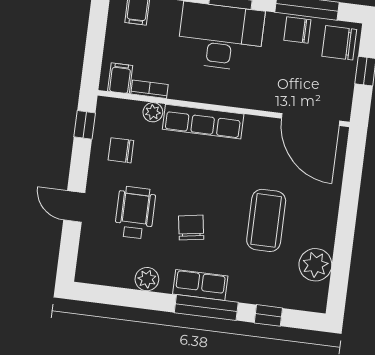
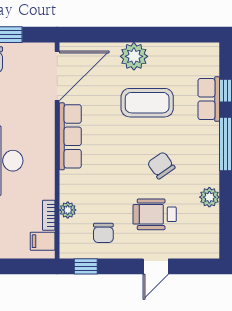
row of seats: (203, 122) -> (70, 136), moved
chair: (191, 228) -> (161, 165), turned 64
plant: (315, 265) -> (134, 56), moved
row of seats: (200, 285) -> (209, 99), moved

